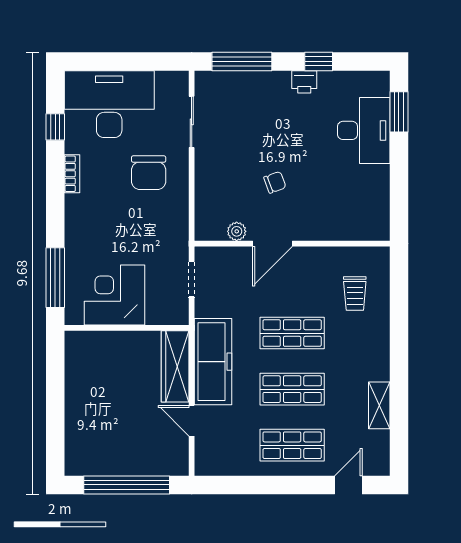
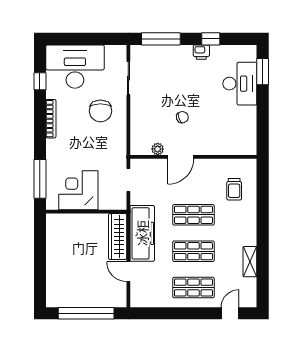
bookcase: (72, 174) -> (51, 119), width x1.56

